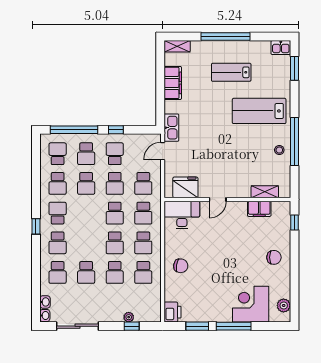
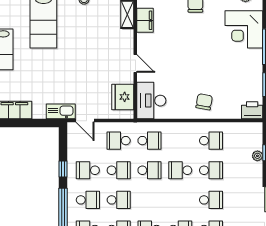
school desk: (143, 183) -> (119, 141), turned 180
school desk: (115, 243) -> (180, 170), turned 180
school desk: (143, 243) -> (180, 141), removed

